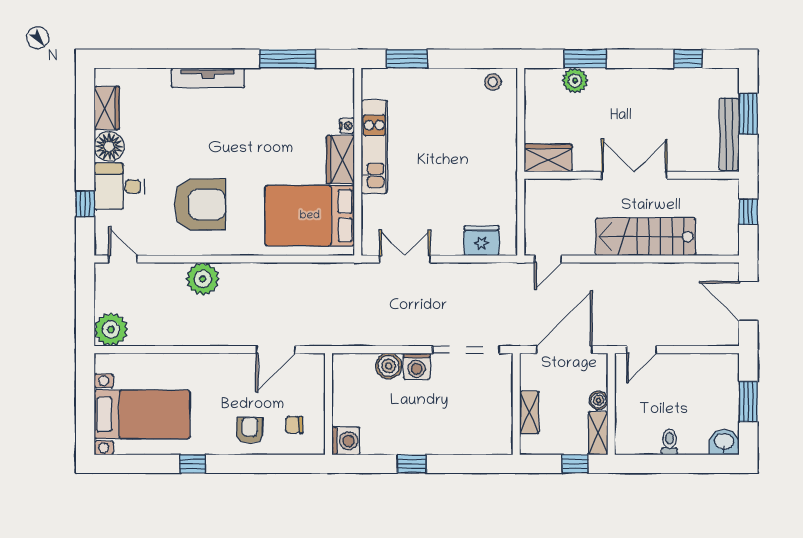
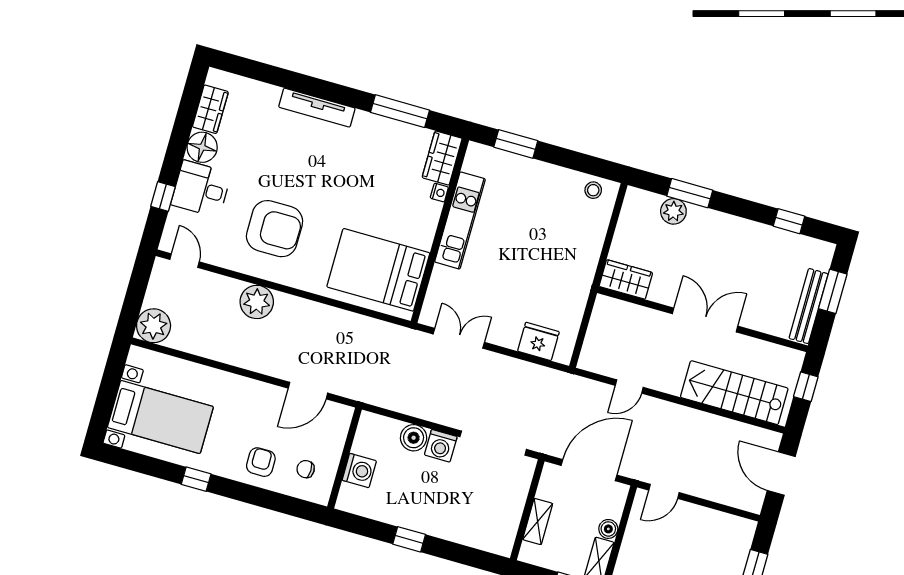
wardrobe: (340, 160) -> (442, 158), moved
stairs: (645, 237) -> (734, 393), moved
door: (548, 259) -> (629, 386), moved
washing machine: (346, 441) -> (359, 471), moved

